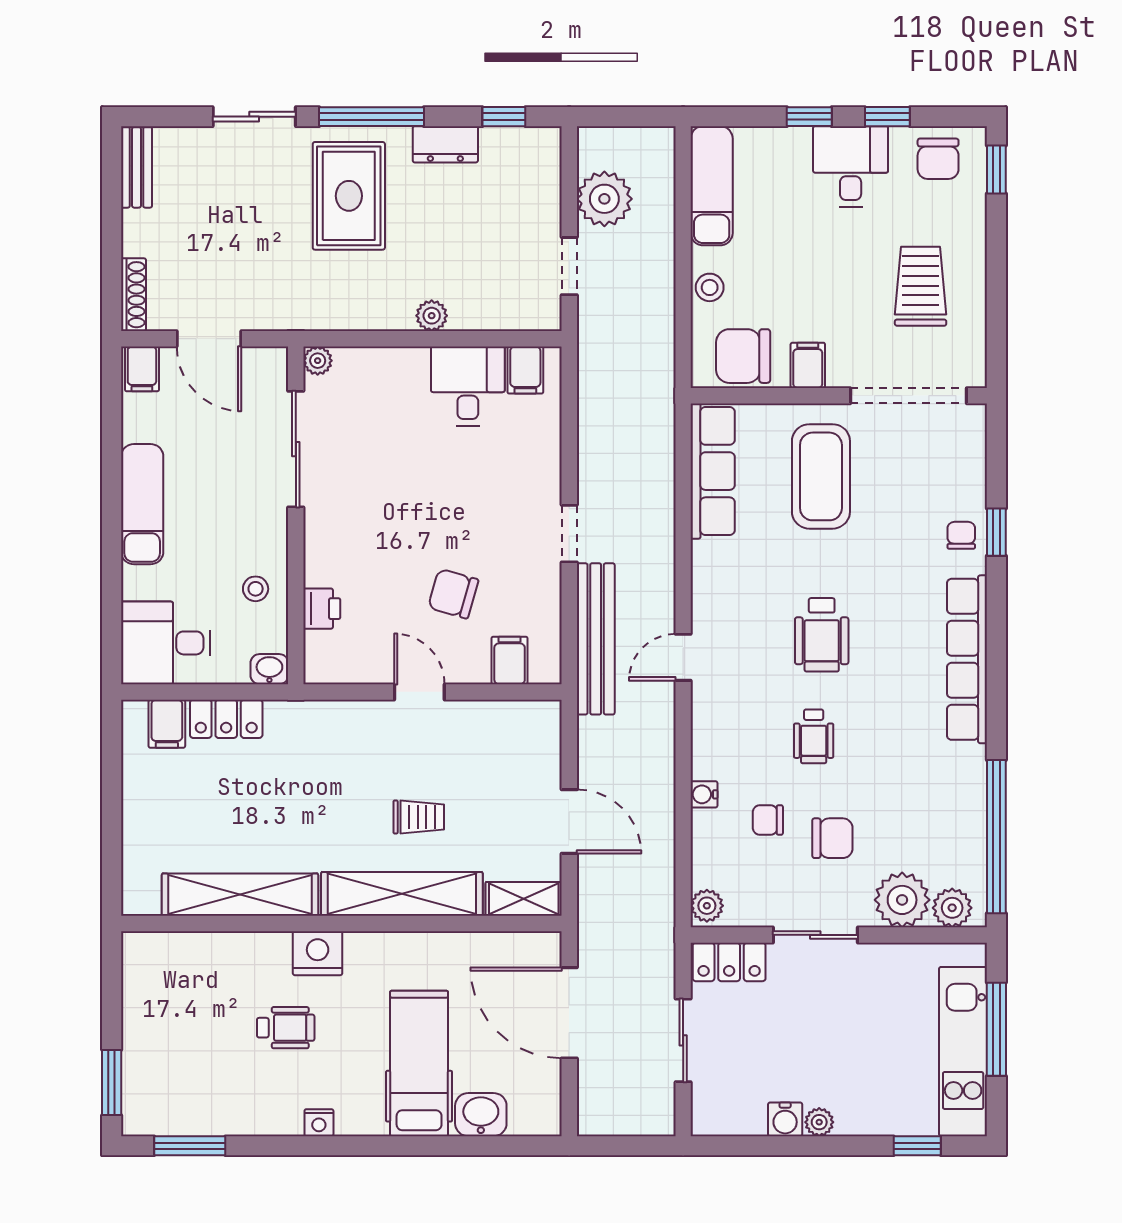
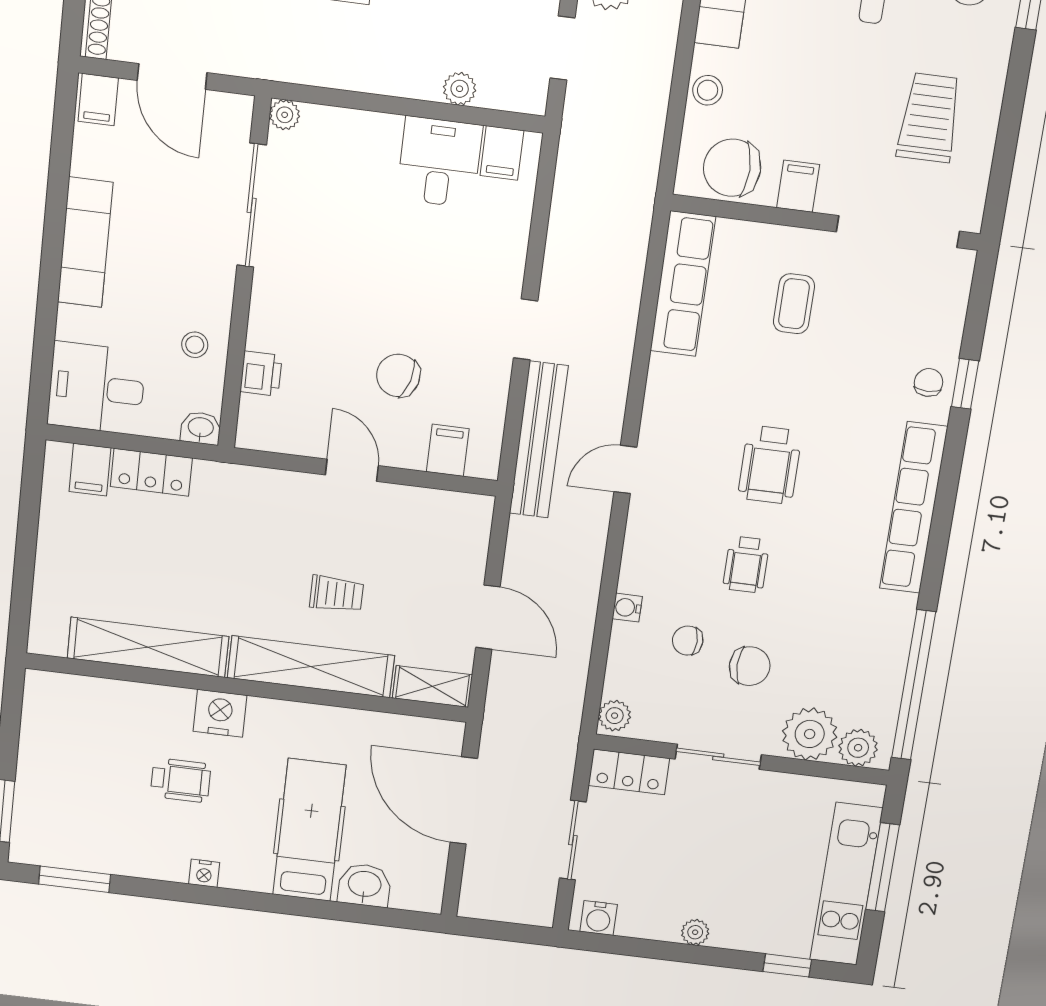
plant: (432, 316) -> (460, 89), moved
coffee table: (821, 476) -> (794, 304), width x0.54, depth x0.58
water cooler: (785, 1119) -> (599, 918), moved

